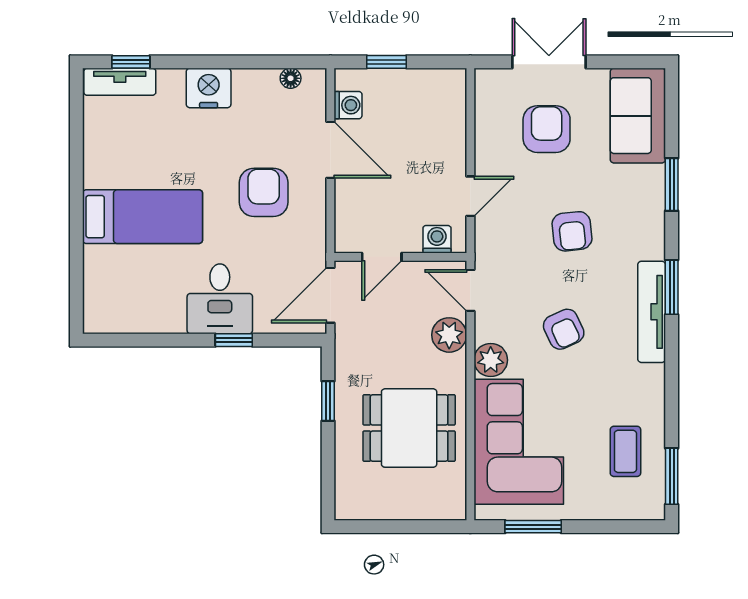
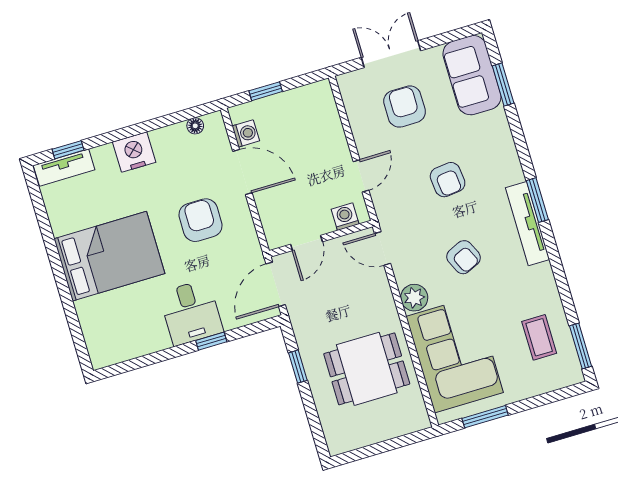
window: (672, 185) -> (503, 84), moved
bed: (142, 217) -> (109, 256), width x1.50
plant: (449, 335) -> (376, 288), removed

